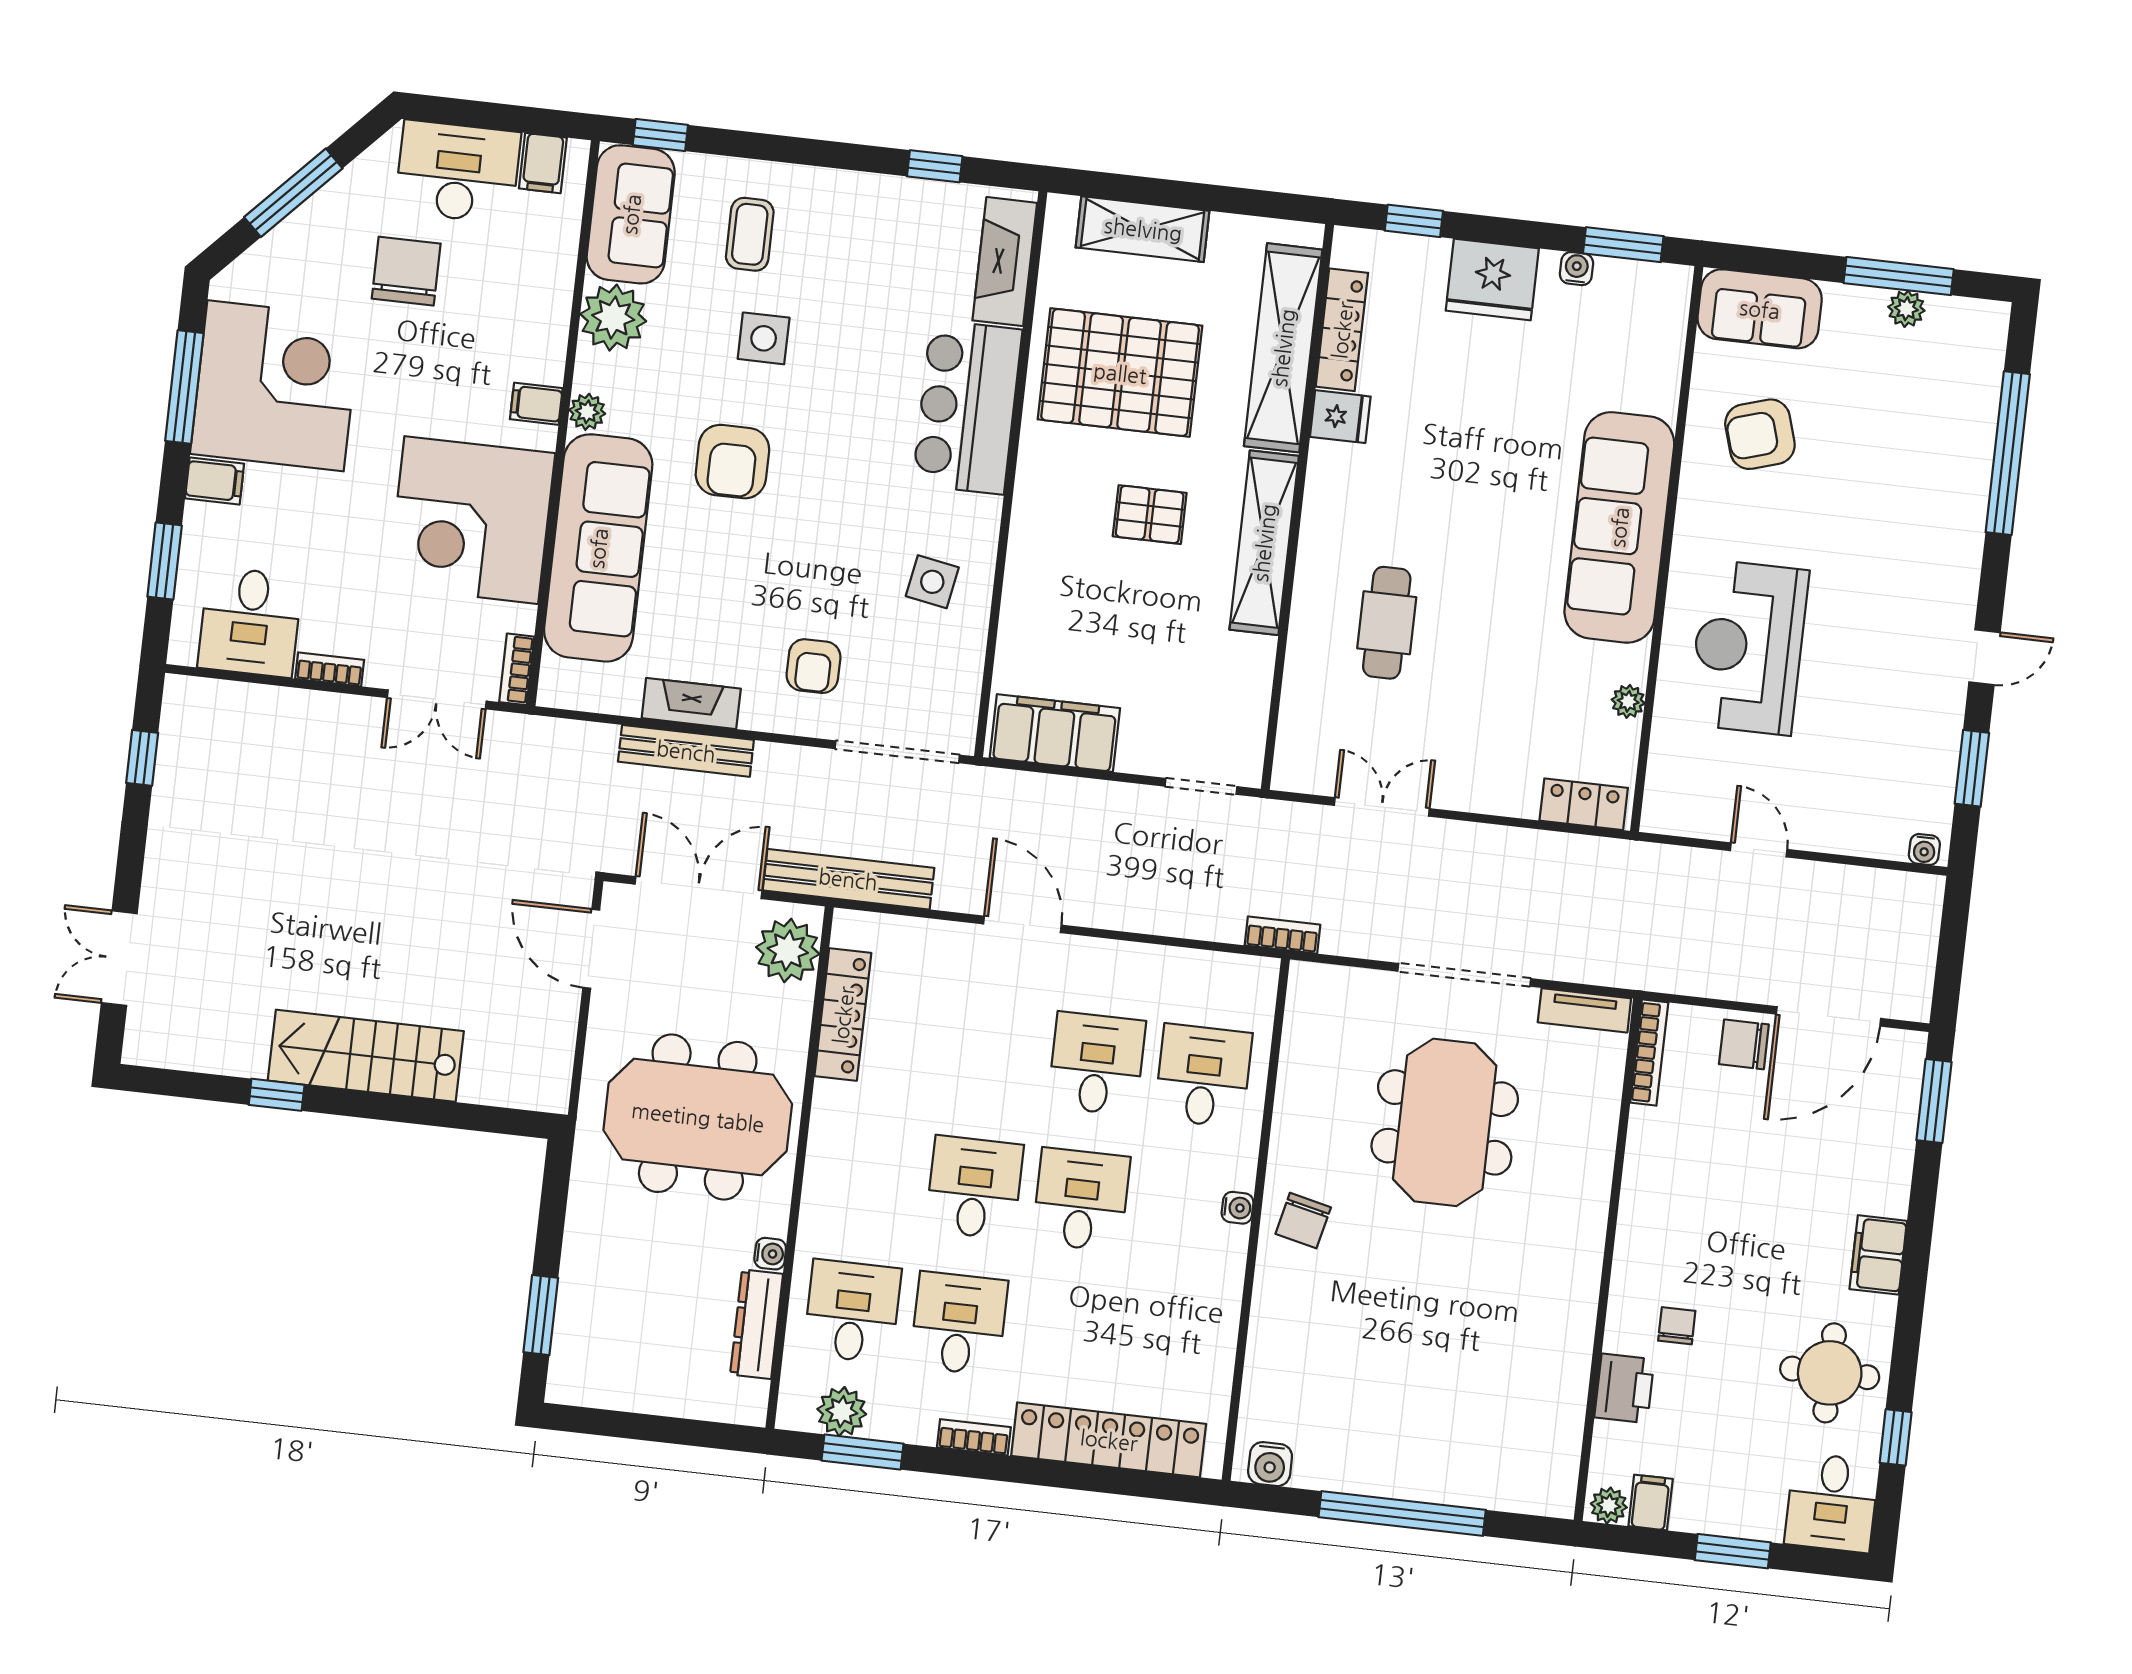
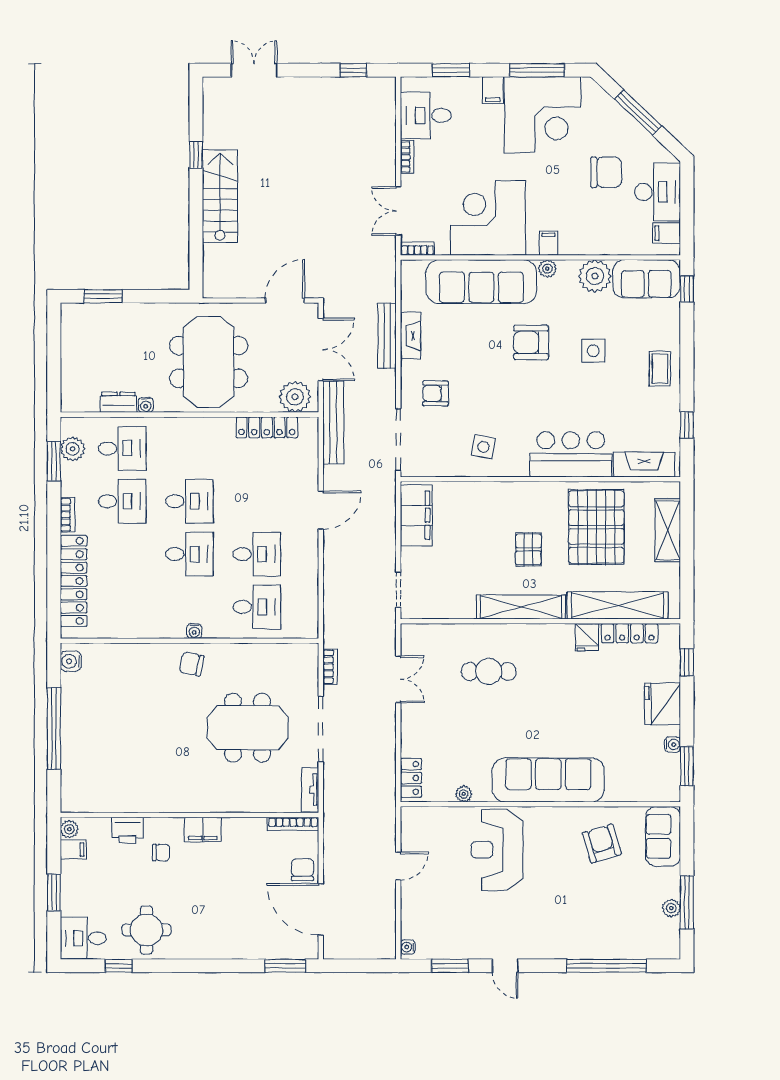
coffee table: (750, 234) -> (660, 369), moved, turned 90
reception desk: (1748, 647) -> (497, 850), turned -90
bookcase: (1282, 935) -> (330, 667), moved
filing cabinet: (1878, 1255) -> (203, 829), moved, turned 180
dresser: (757, 1324) -> (118, 402), width x0.70

